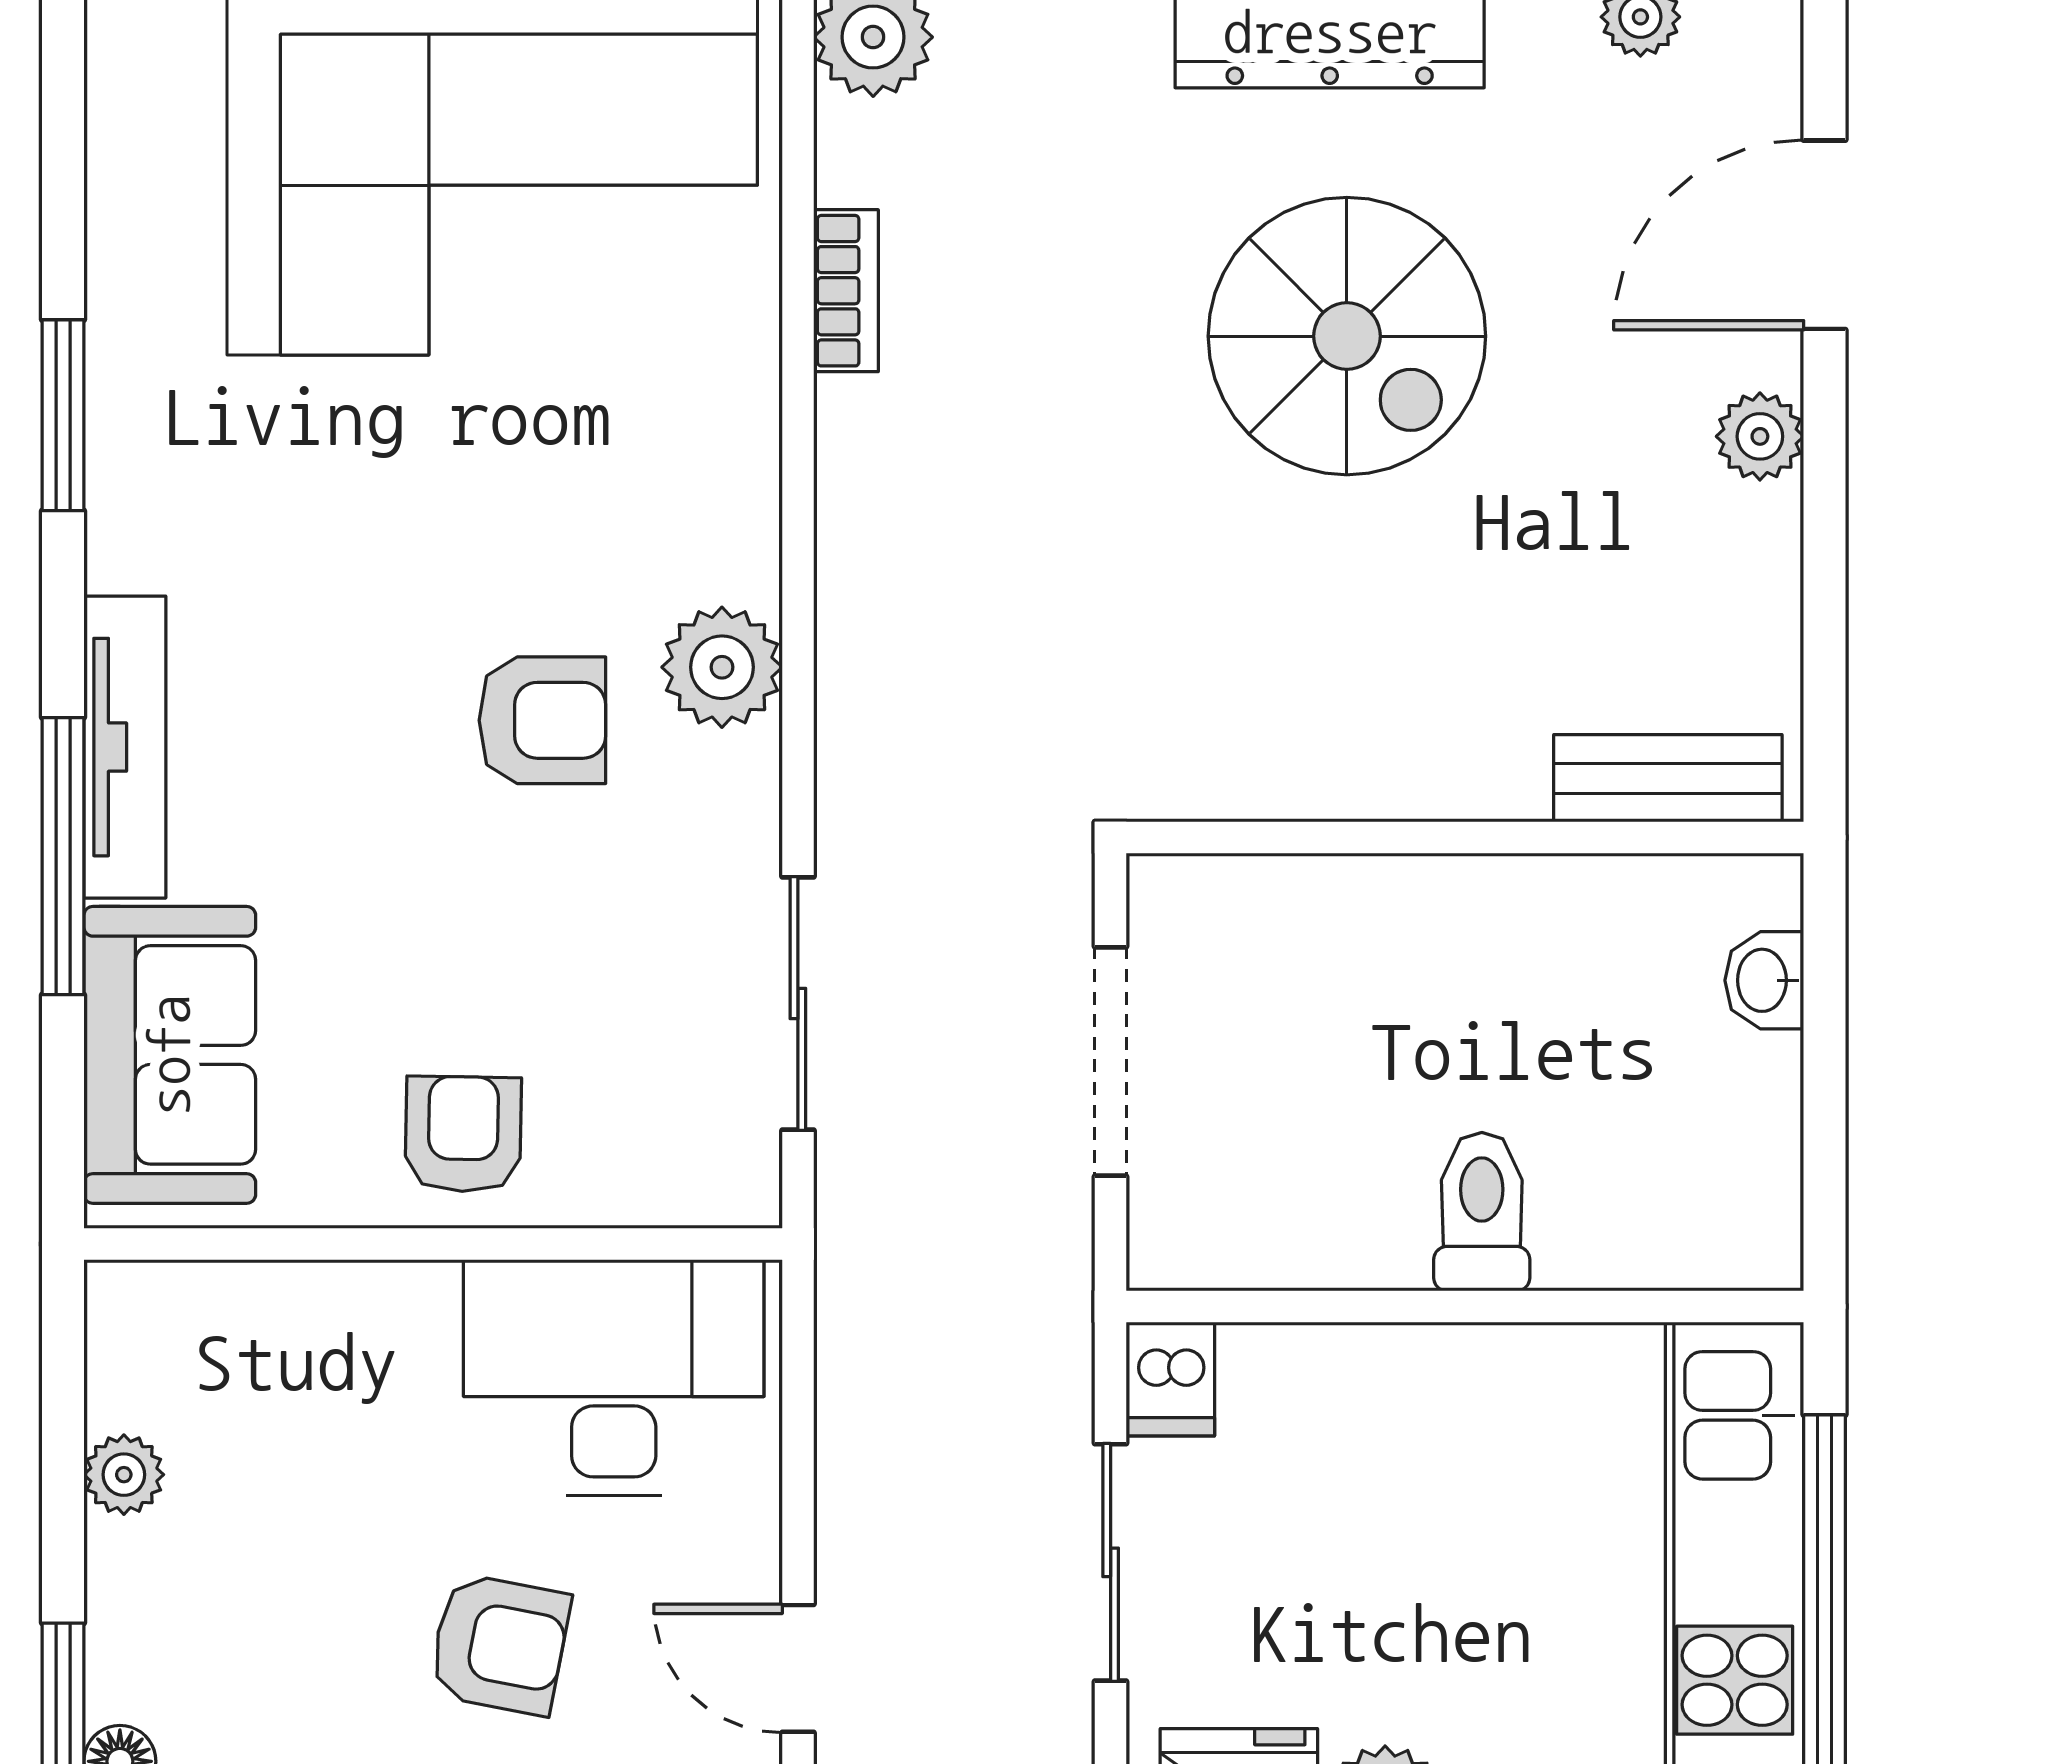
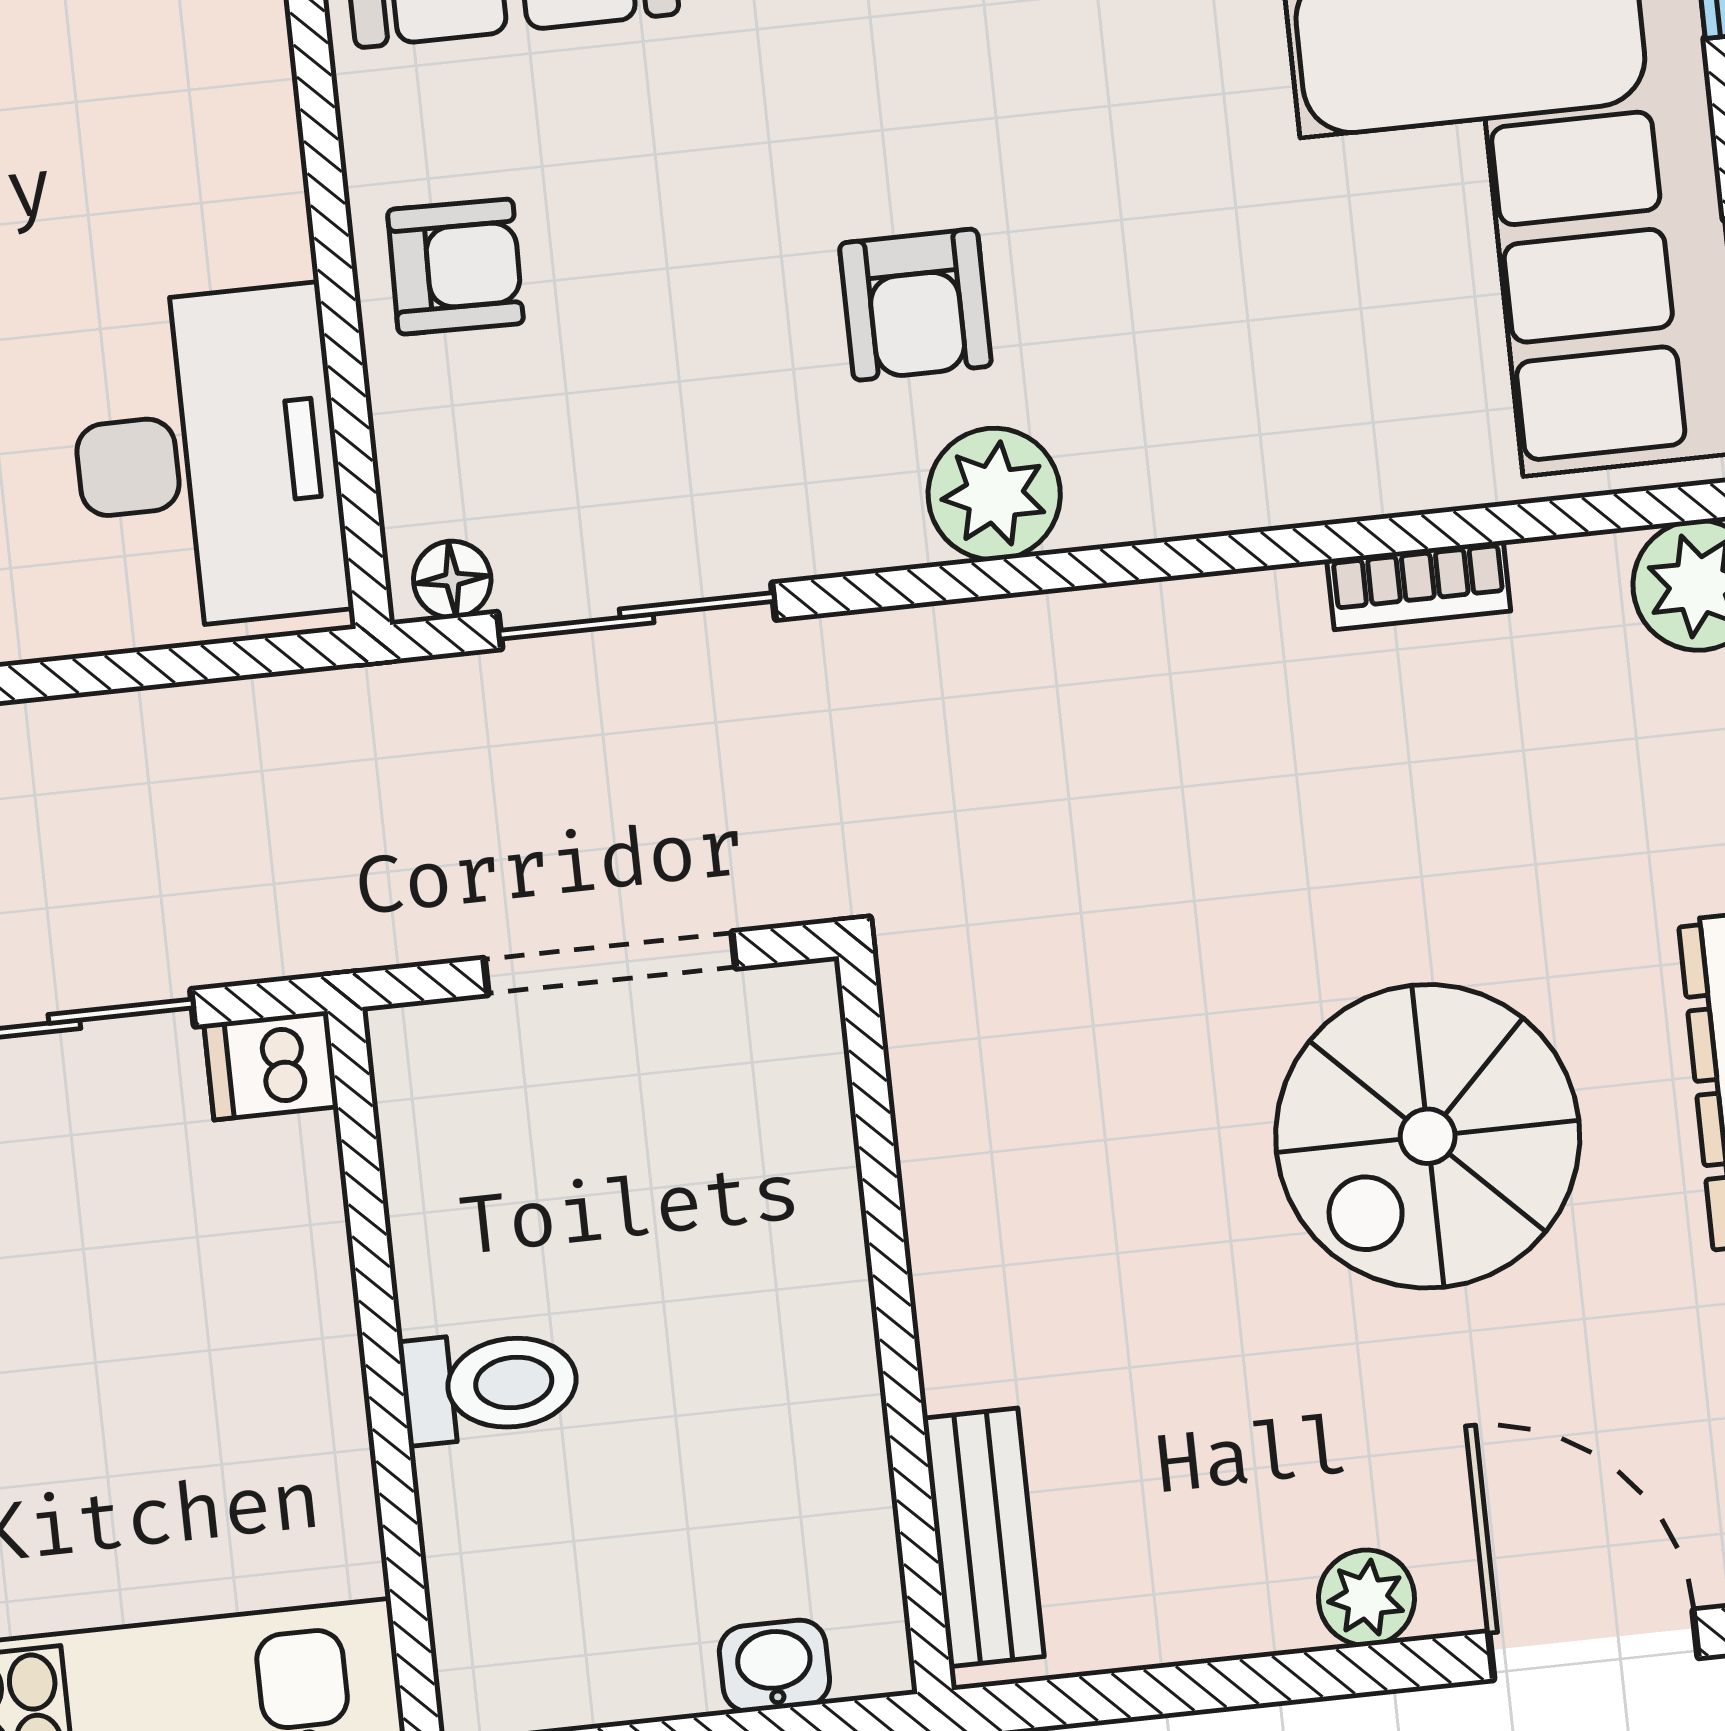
floor lamp: (747, 1167) -> (452, 580), added

